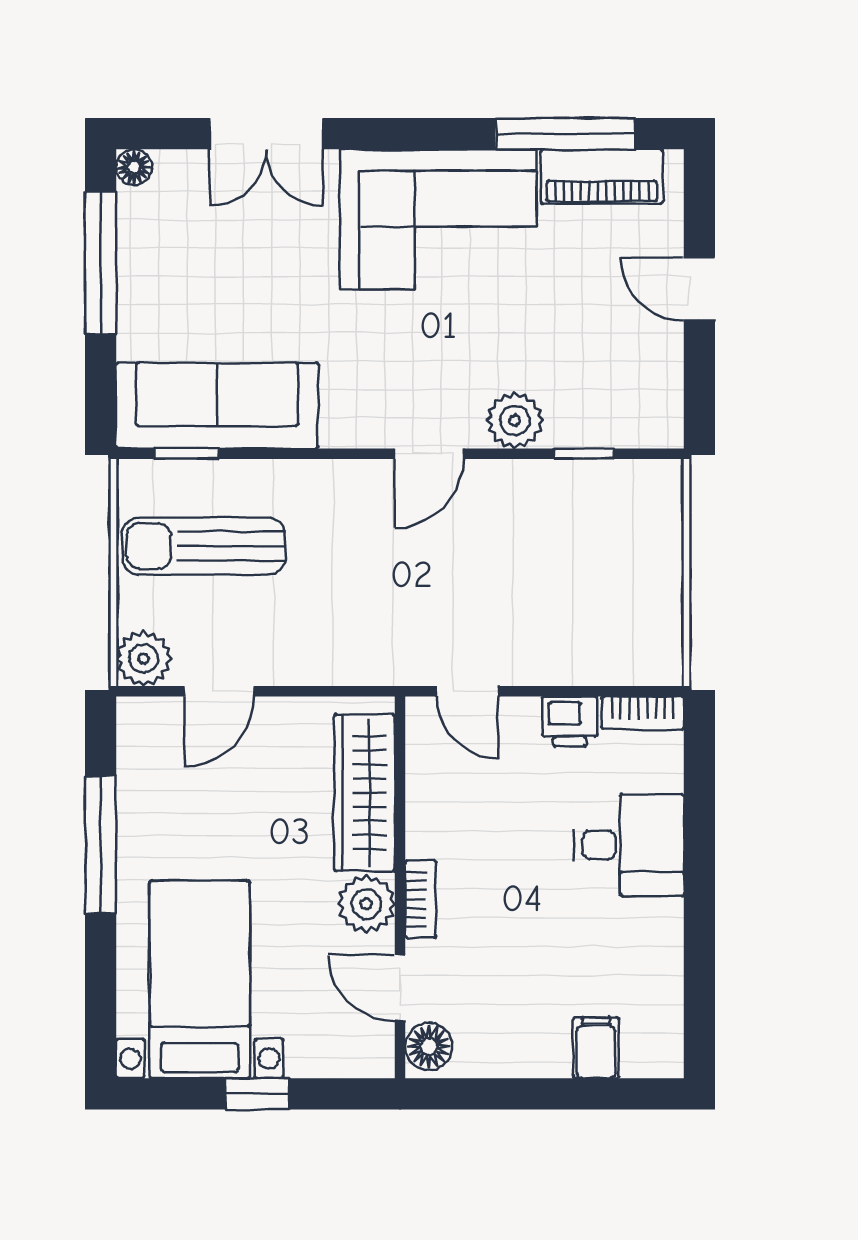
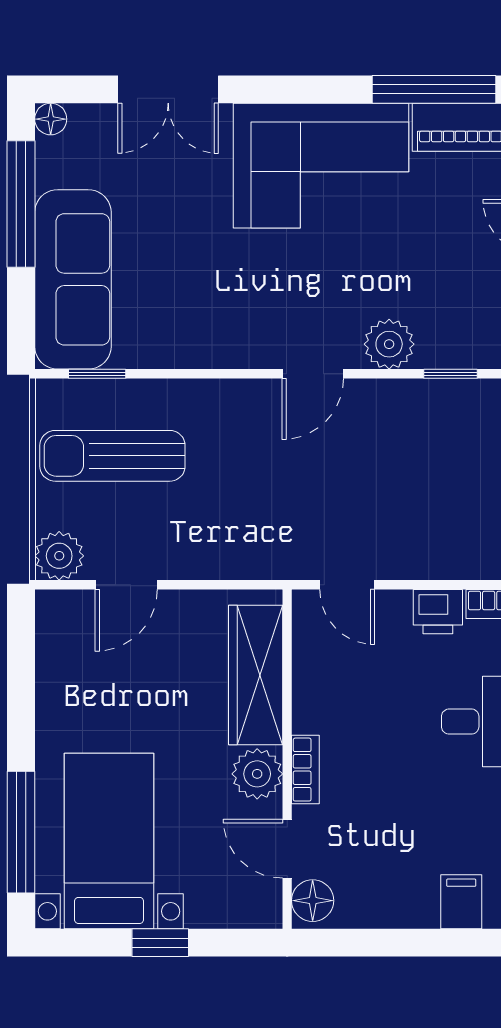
sofa: (217, 406) -> (73, 279), moved, turned 90
window: (101, 845) -> (21, 832), moved

